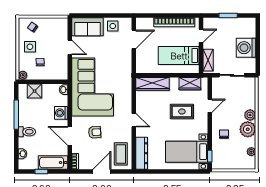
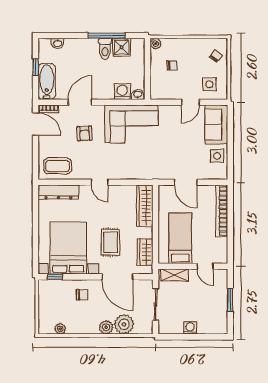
bookcase: (174, 22) -> (222, 211), moved
door: (134, 39) -> (186, 182), moved
side table: (30, 47) -> (209, 84), moved
washing machine: (246, 48) -> (190, 328), width x0.53, depth x0.53
corner sofa: (93, 87) -> (131, 124), width x0.73, depth x0.74
shower: (35, 91) -> (121, 47), moved
door: (210, 106) -> (118, 277), width x1.87
washing machine: (61, 113) -> (122, 91), moved
door: (134, 120) -> (100, 182), hinge flipped
plant: (248, 129) -> (124, 324), moved
toilet: (27, 132) -> (105, 49), moved
bed with nightstands: (187, 152) -> (68, 248), width x1.36
door: (102, 171) -> (36, 124), moved

